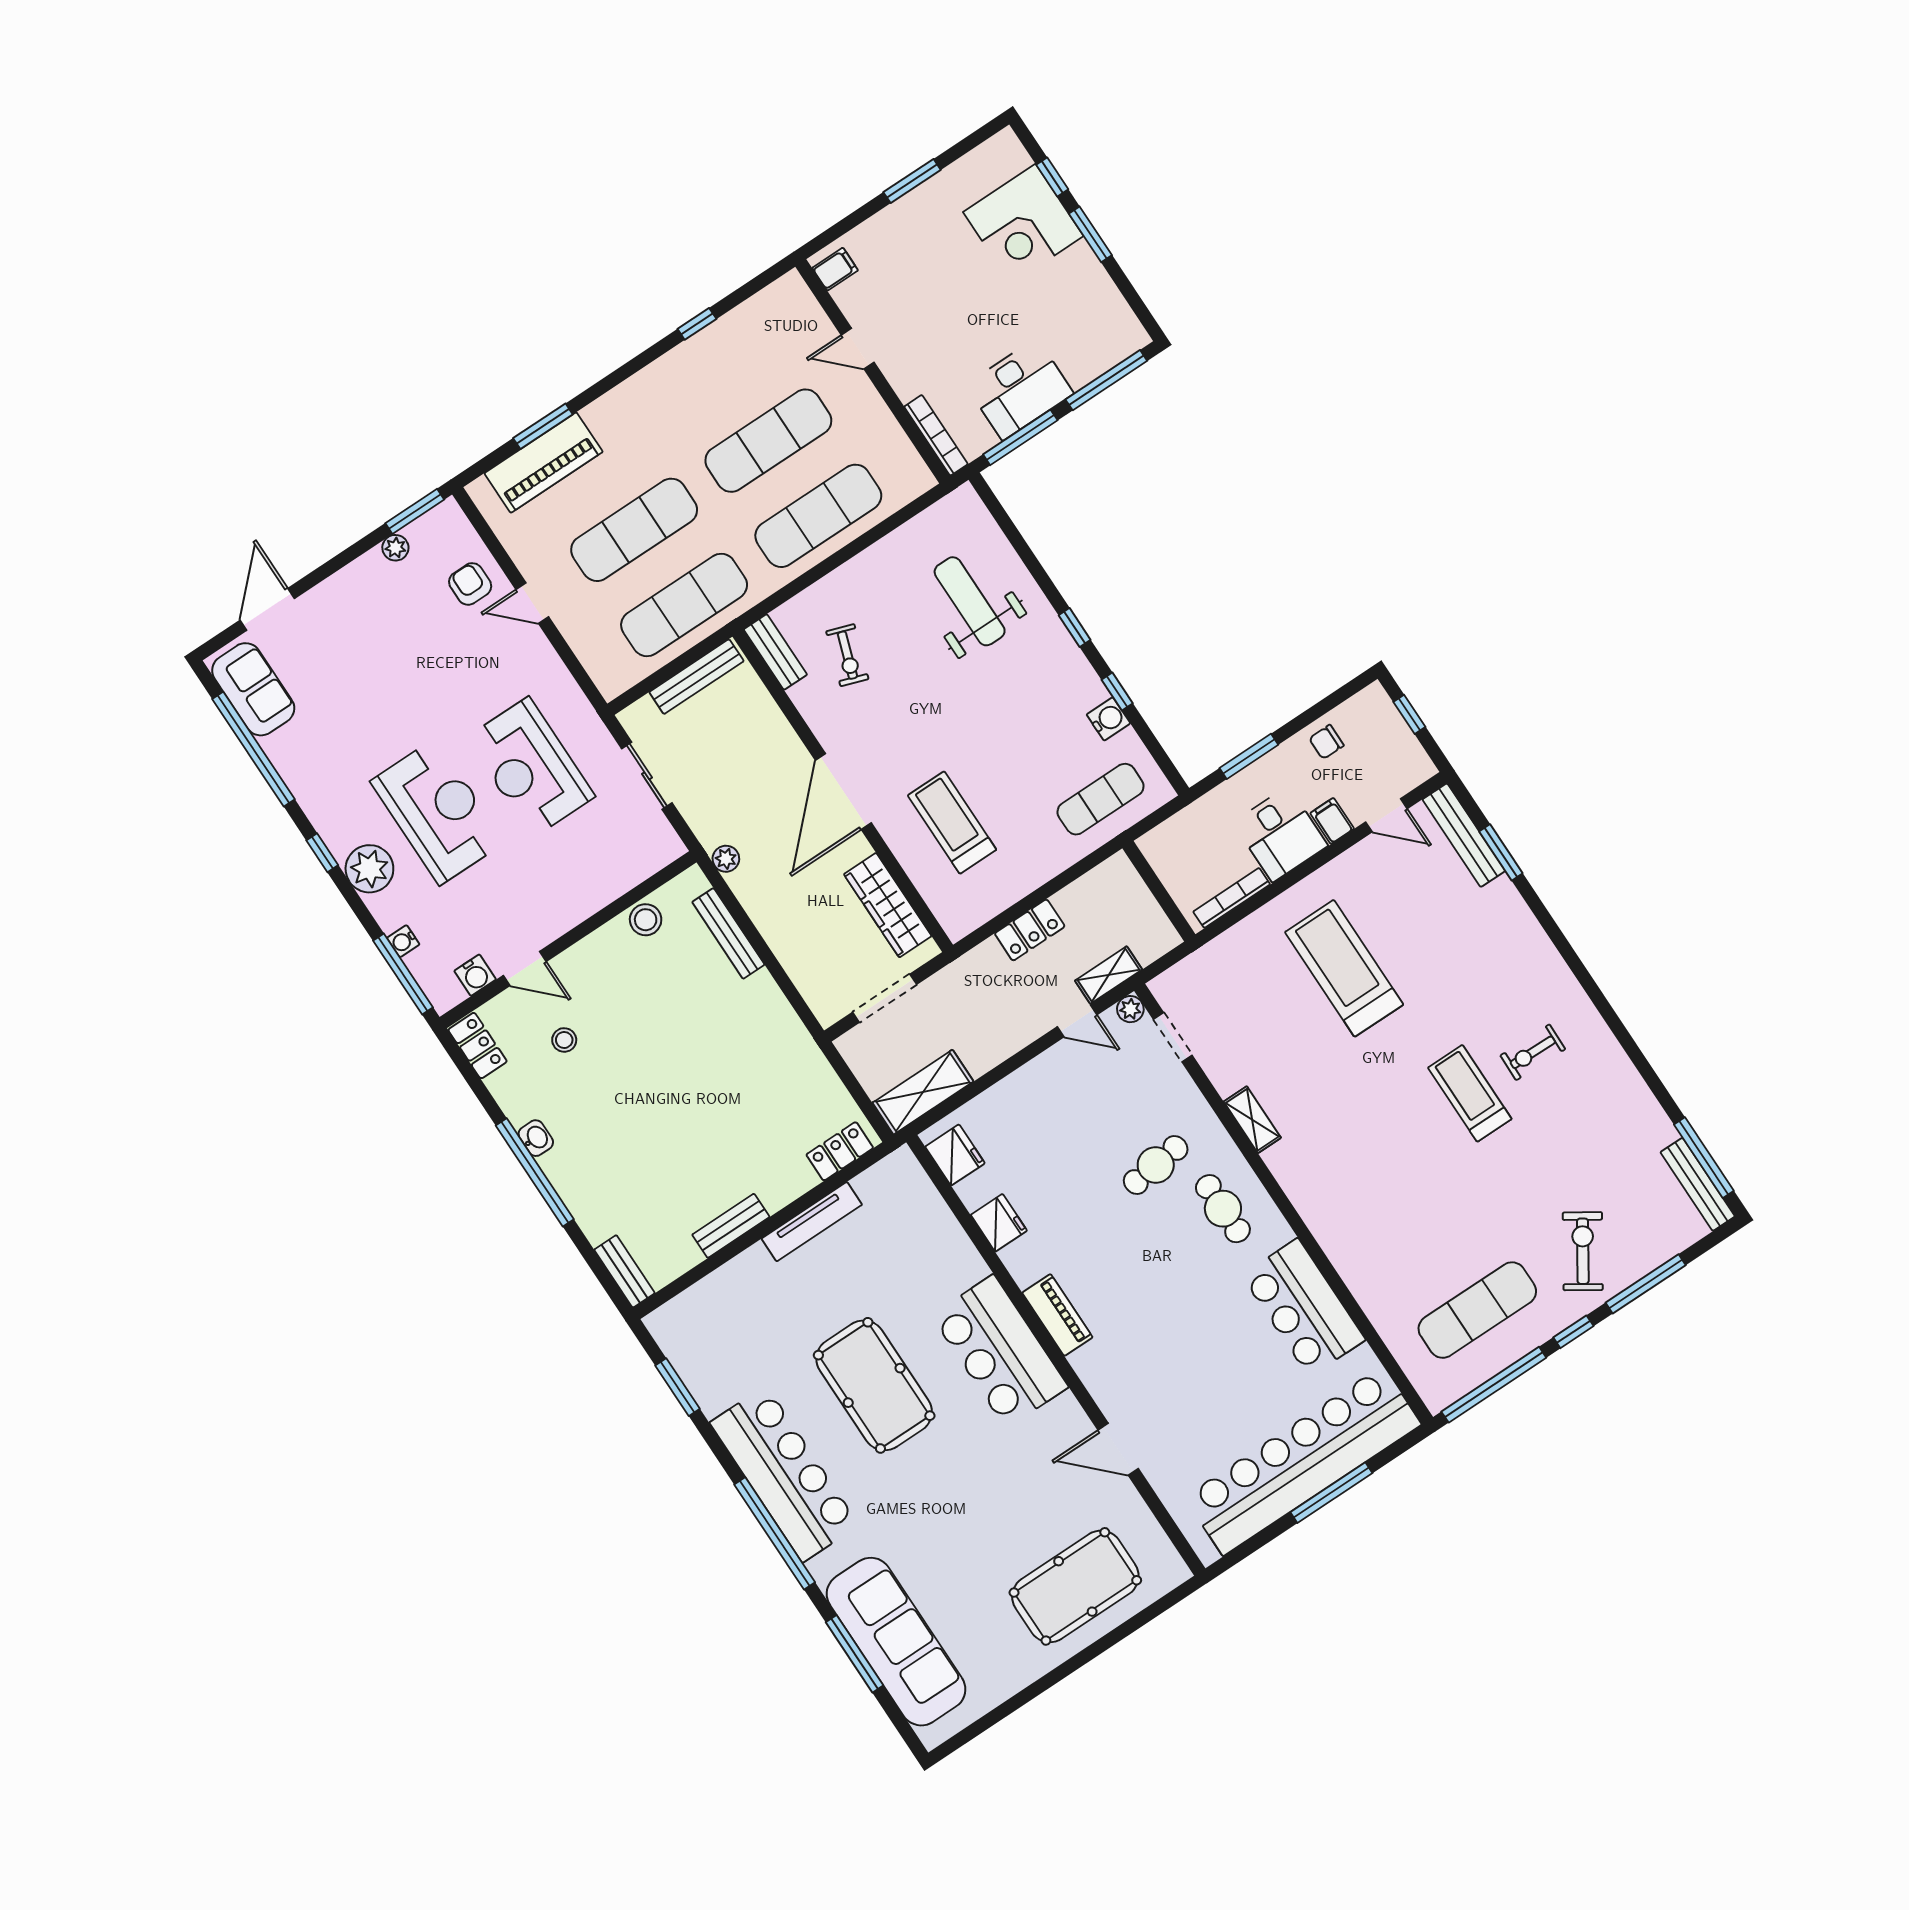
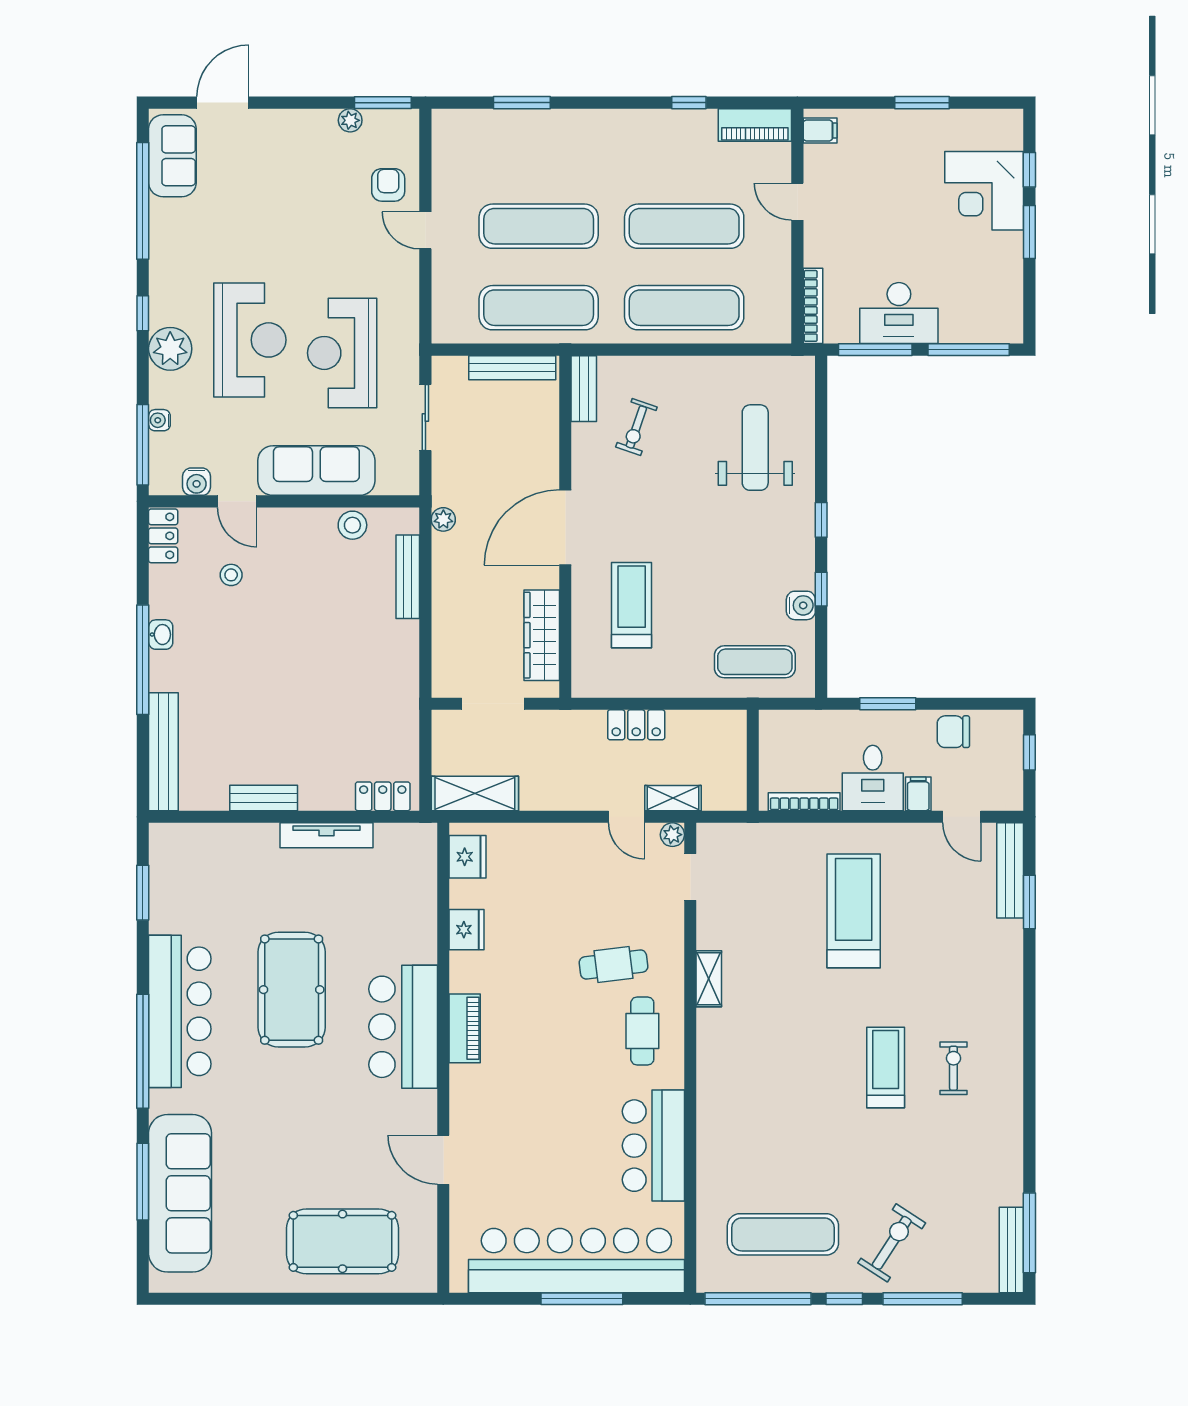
piano: (544, 463) -> (755, 125), moved, width x0.73, depth x0.75
chair: (1326, 742) -> (953, 732), width x1.37, depth x1.37
sofa: (579, 891) -> (316, 471), added
exercise bike: (1533, 1052) -> (953, 1068), turned 89
bench: (625, 1271) -> (163, 752), width x1.86, depth x1.21

